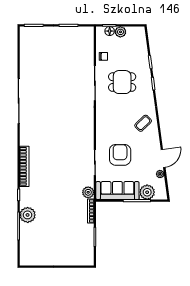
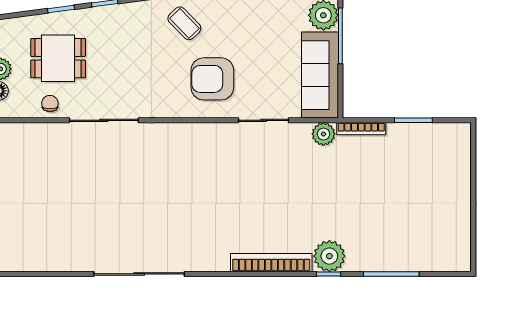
dining table: (122, 82) -> (58, 58), moved, turned 90
armchair: (120, 155) -> (212, 79), moved
plant: (28, 215) -> (329, 256), moved

